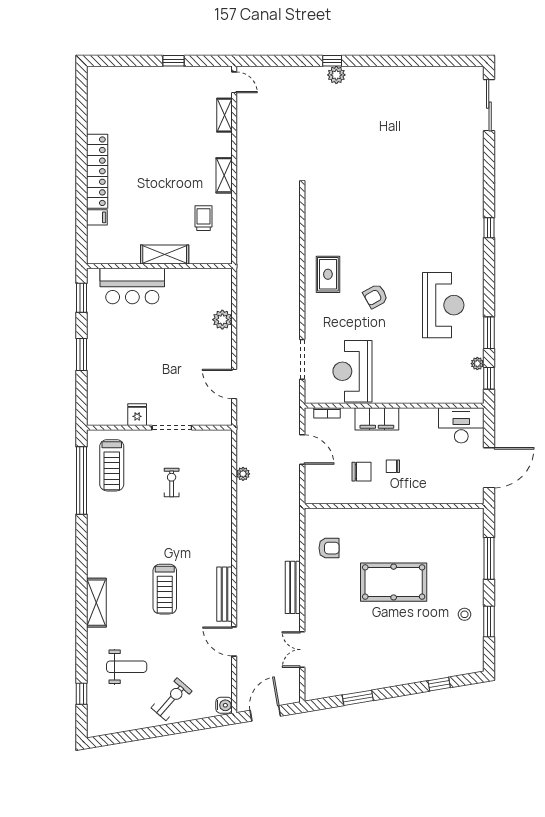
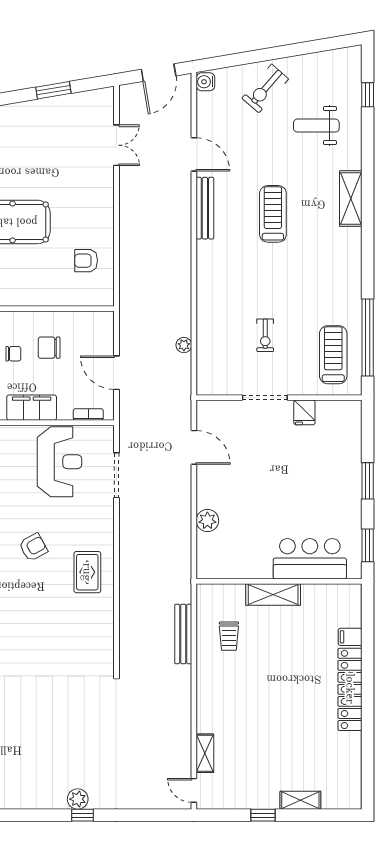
shelving: (224, 175) -> (300, 800), moved, turned 90
bench: (293, 587) -> (183, 634), moved

